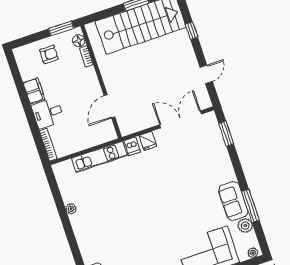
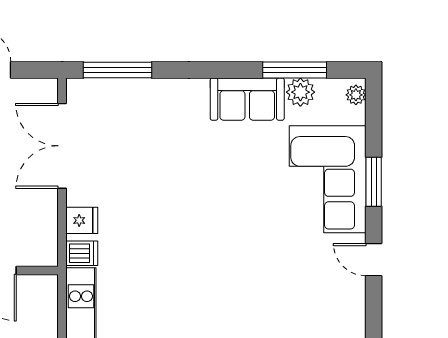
window: (226, 134) -> (117, 70), width x1.44
window: (250, 206) -> (295, 70), moved

